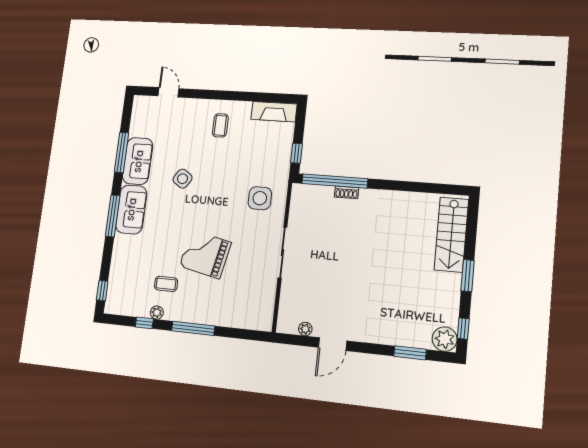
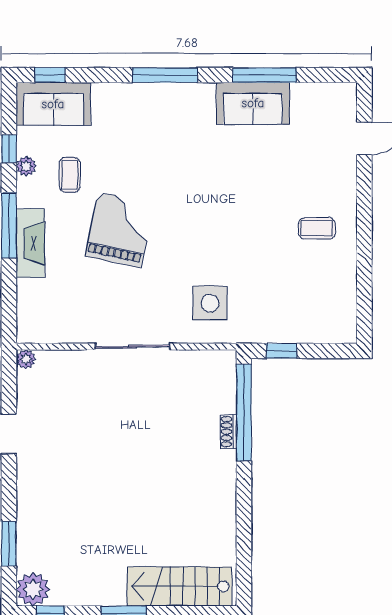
fireplace: (274, 112) -> (30, 243), moved, turned 180
side table: (183, 179) -> (231, 179), removed
sofa: (131, 209) -> (53, 104), moved
plant: (305, 329) -> (26, 359), moved

